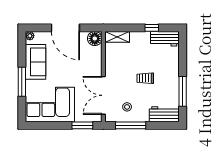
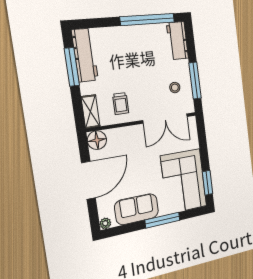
window: (152, 28) -> (72, 67), width x2.17
workbench: (165, 39) -> (85, 55), width x1.38
trolley: (145, 78) -> (121, 104), moved
window: (183, 91) -> (148, 20), width x1.46
window: (82, 125) -> (208, 183), moved

